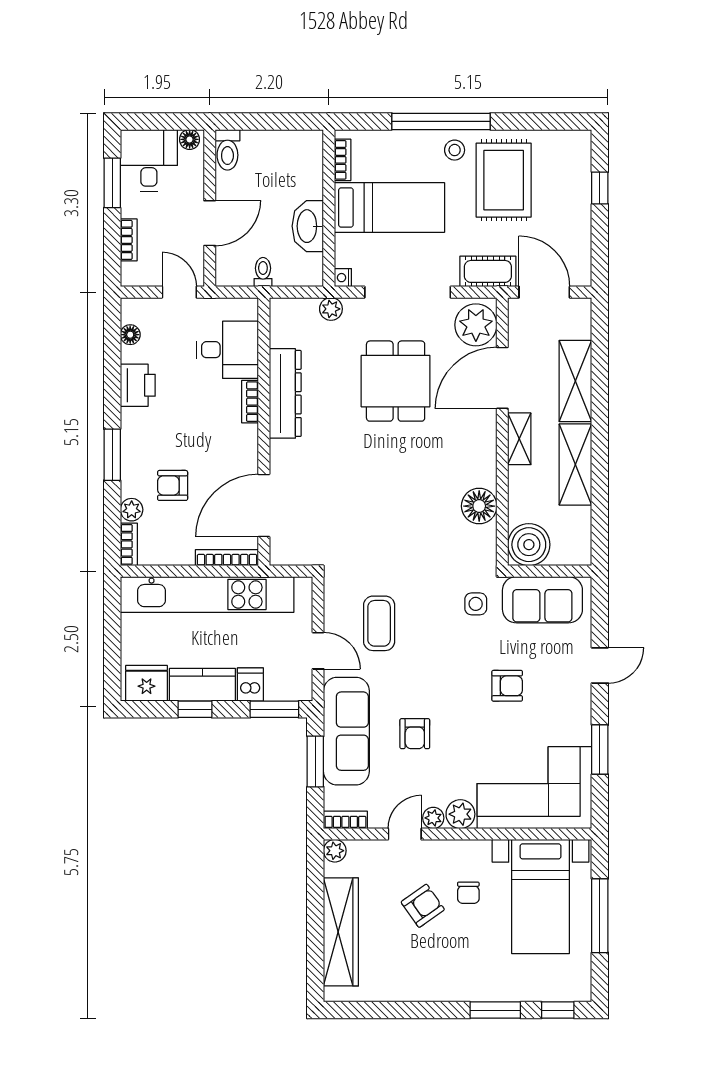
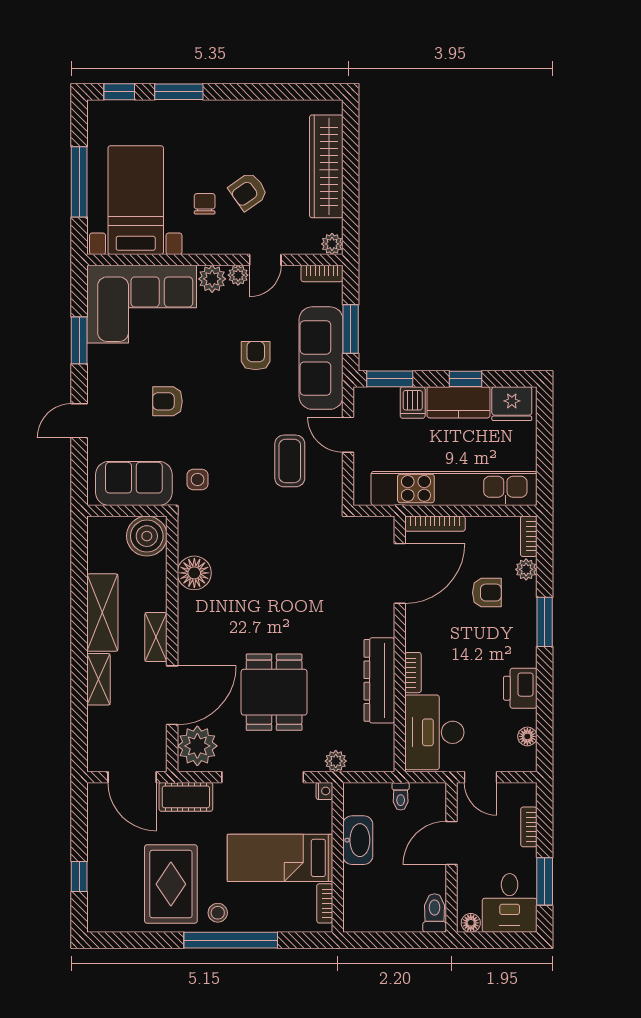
desk: (228, 350) -> (434, 732), width x1.37
shelving: (575, 381) -> (98, 679), width x0.67, depth x0.75

